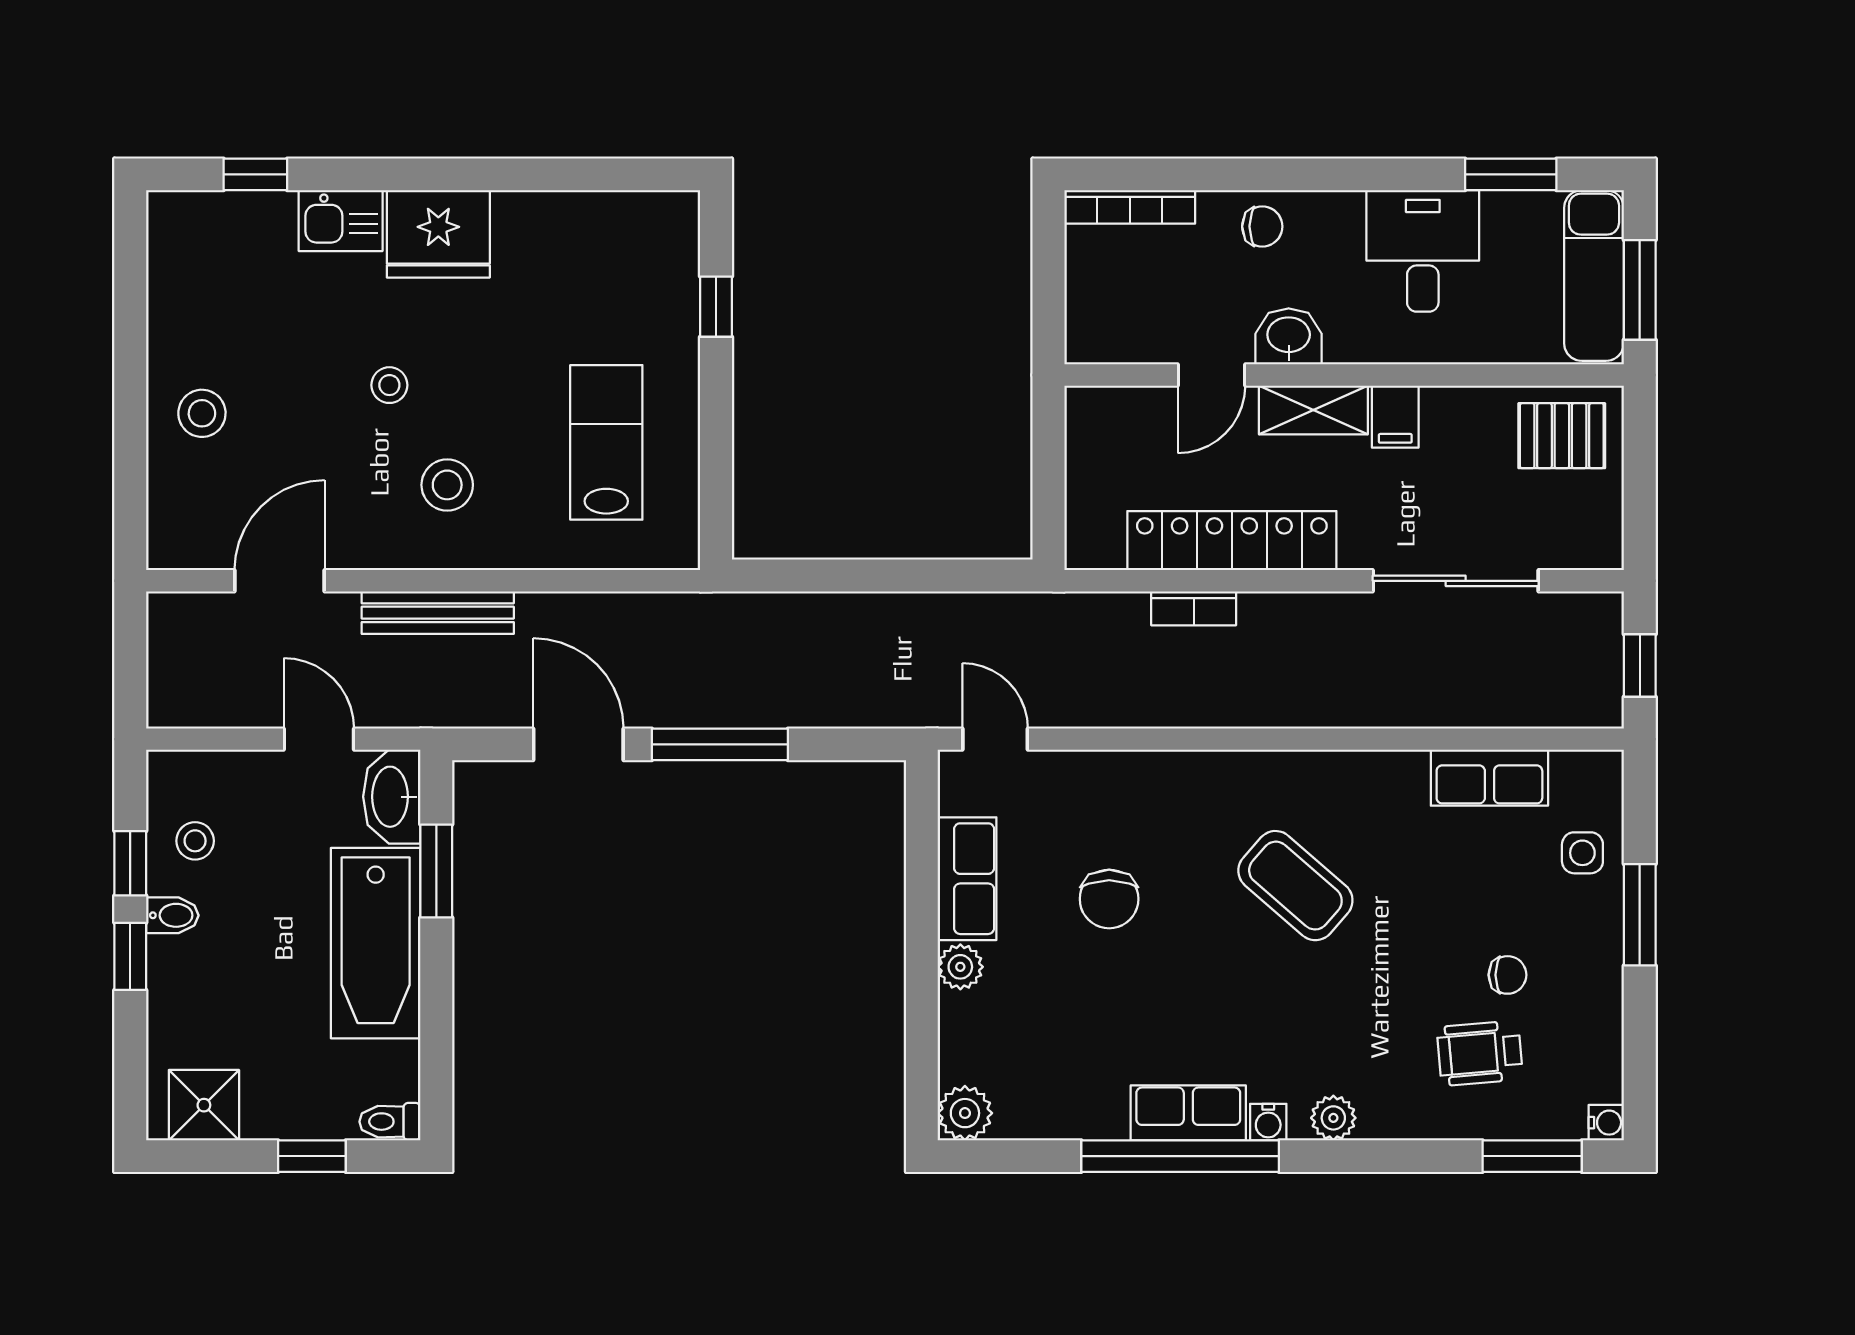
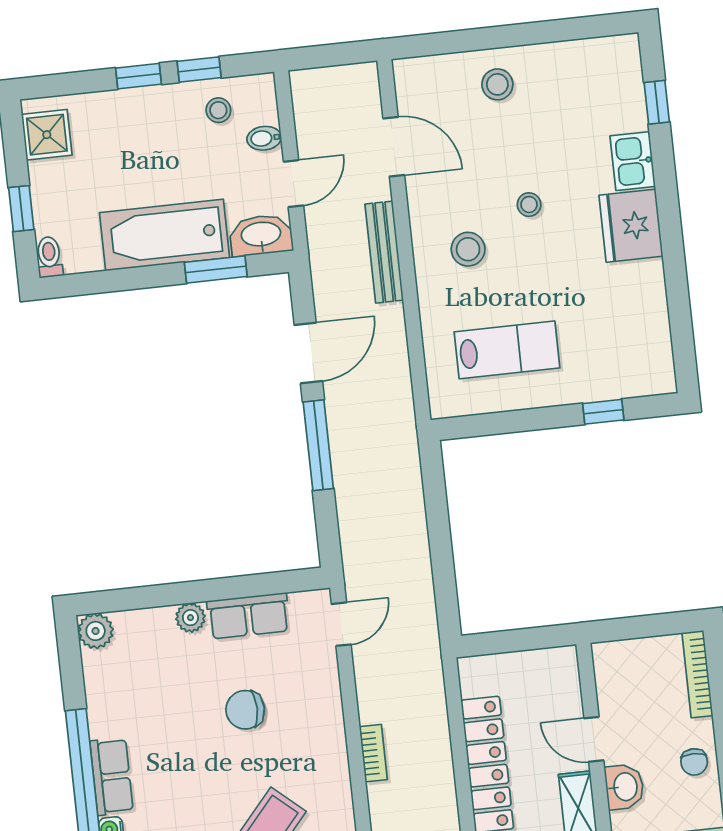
bookcase: (1194, 608) -> (373, 753), moved, turned 180
bidet: (172, 915) -> (264, 138), moved, turned 90

